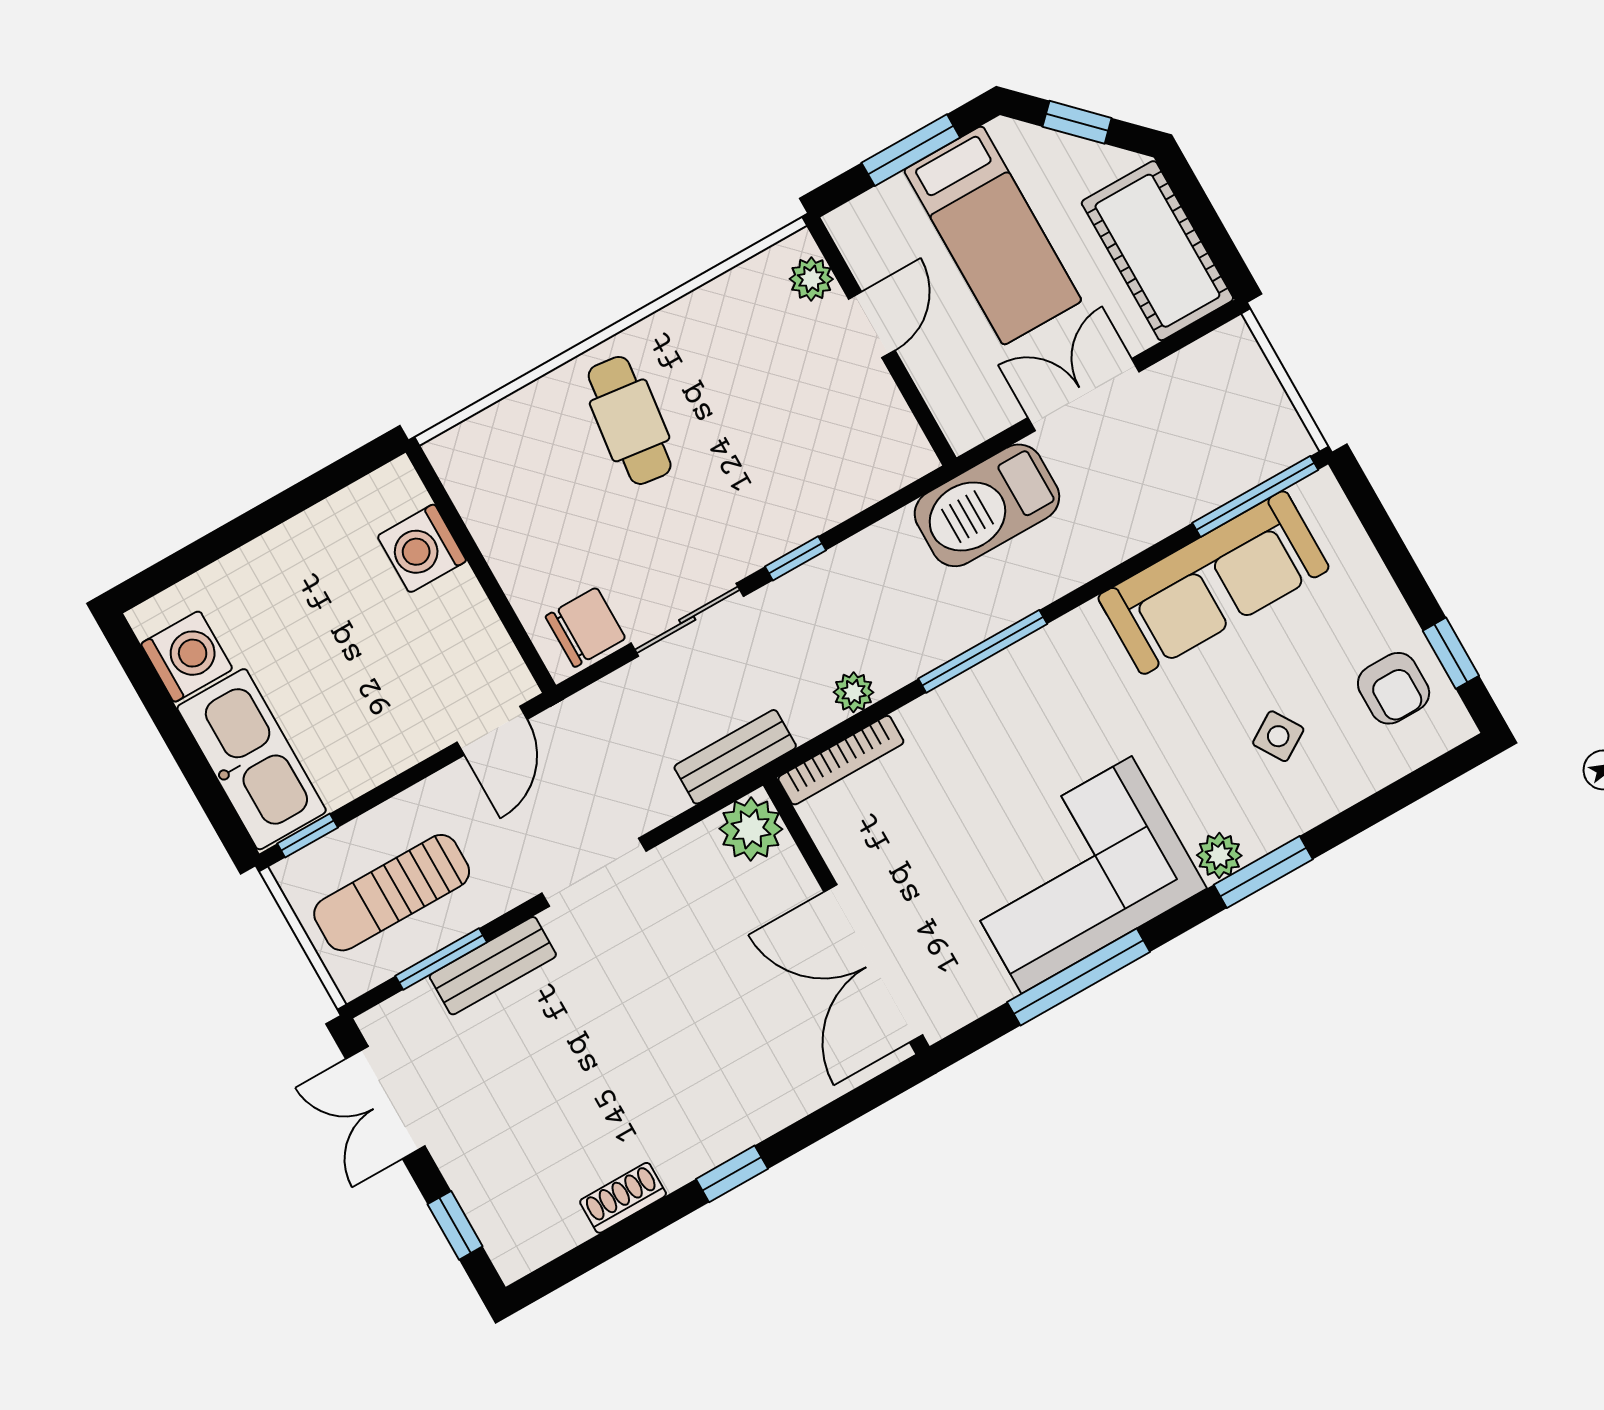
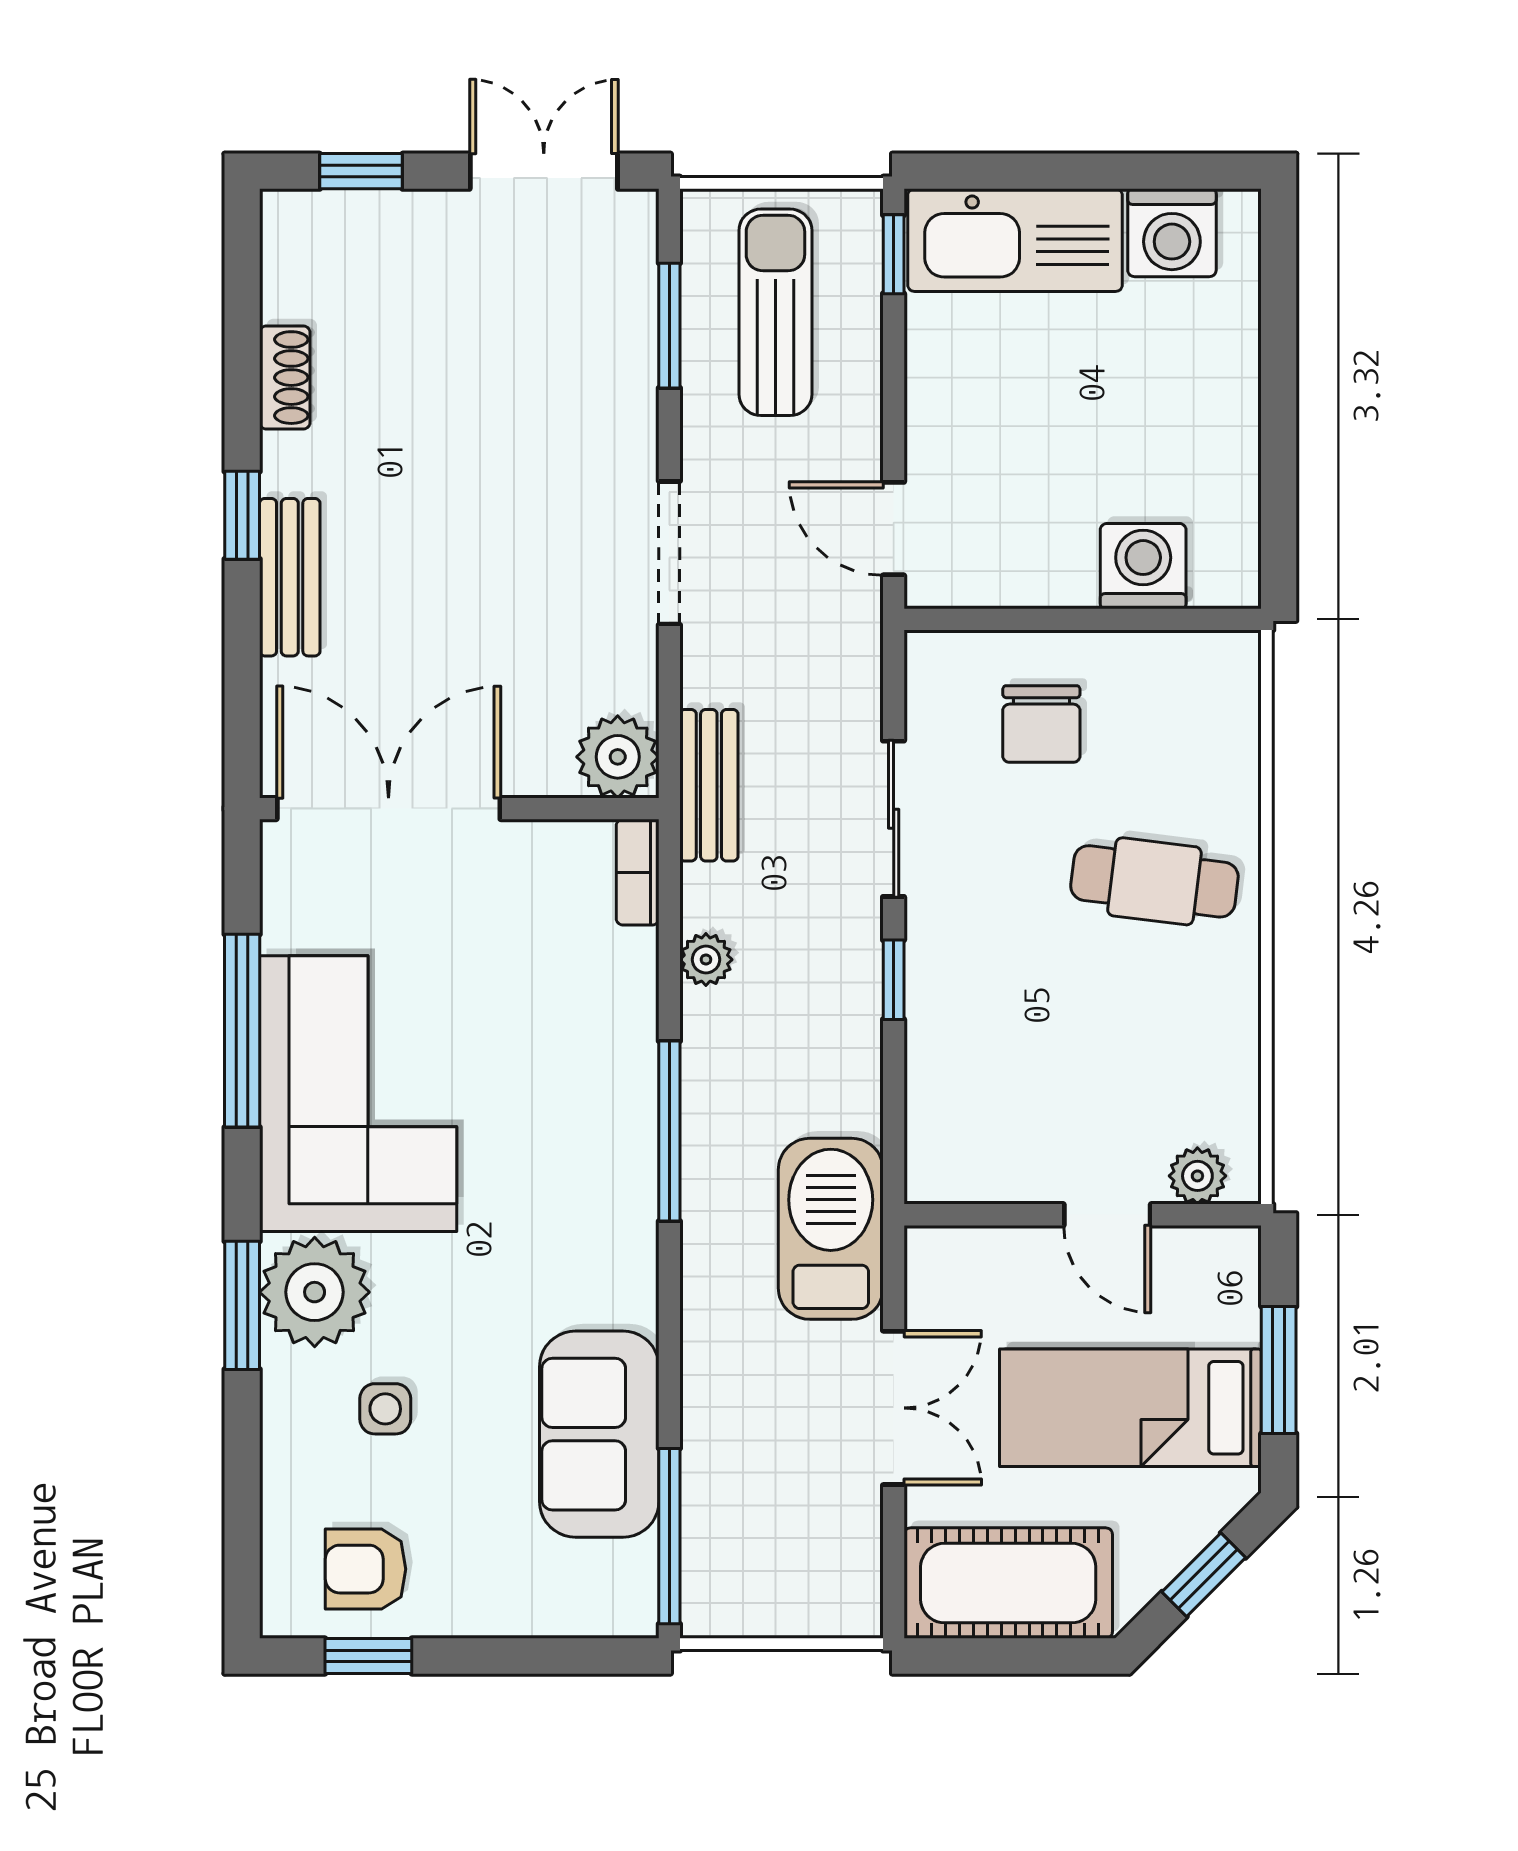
sofa: (1213, 583) -> (599, 1434), width x0.73
chair: (585, 627) -> (1041, 724), moved
side table: (1278, 736) -> (385, 1409), turned 32
bookcase: (841, 760) -> (638, 872), width x0.64
plant: (1219, 855) -> (315, 1292), width x1.88, depth x1.88
bench: (493, 966) -> (290, 577), moved

